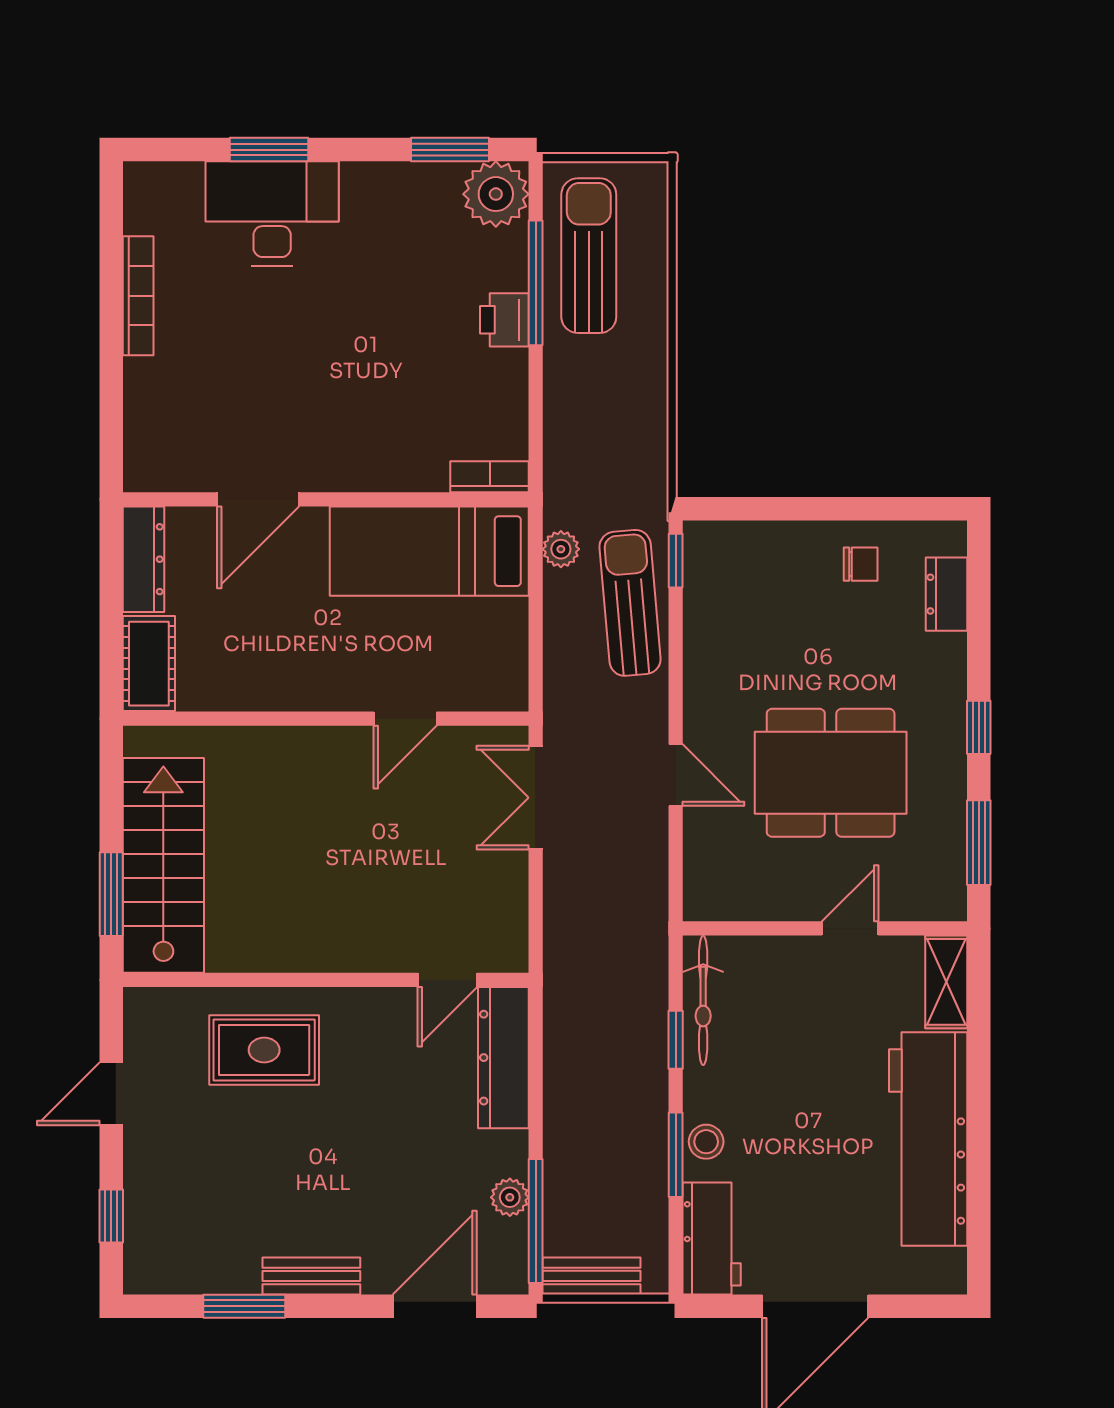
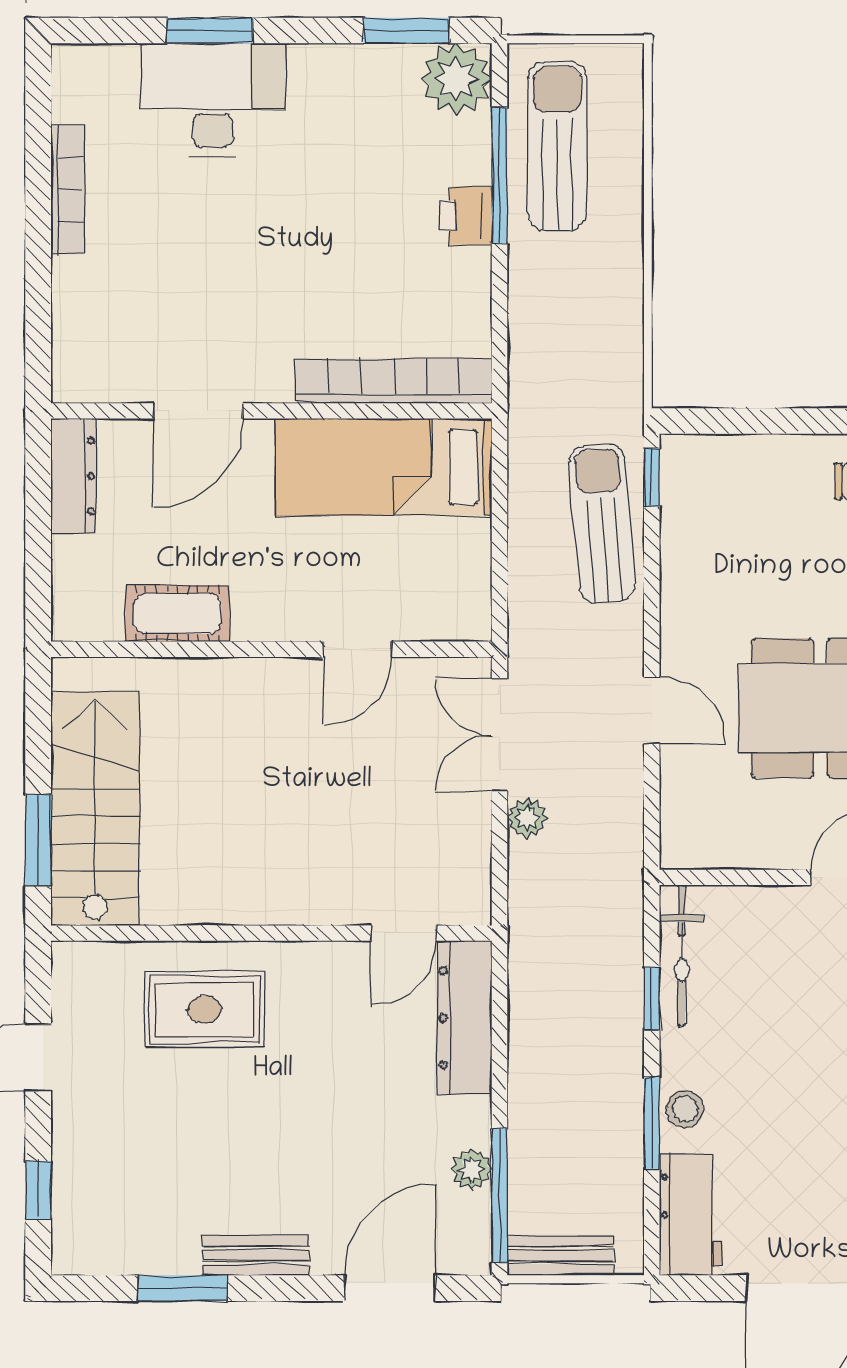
bookcase: (490, 477) -> (394, 381), width x2.31, depth x1.31
plant: (561, 549) -> (527, 818), moved
cot: (149, 664) -> (177, 613), moved, turned 90

